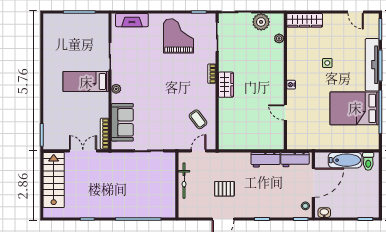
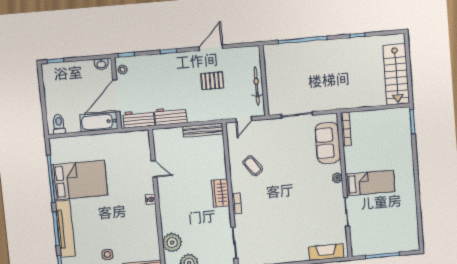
grand piano: (178, 36) -> (276, 240), removed
plant: (279, 38) -> (172, 243), width x1.88, depth x1.88
side table: (327, 63) -> (107, 254), moved
coffee table: (198, 119) -> (253, 166), moved
bench: (237, 144) -> (203, 130), added
double door: (83, 151) -> (367, 109), removed
bathtub: (345, 160) -> (99, 122), moved

